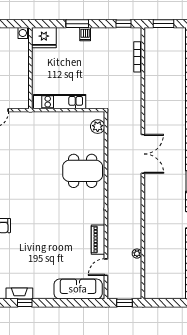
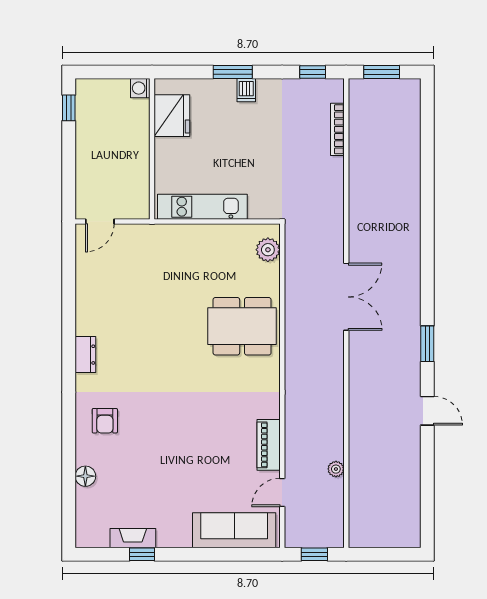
fridge: (44, 38) -> (172, 116), moved, turned -90

